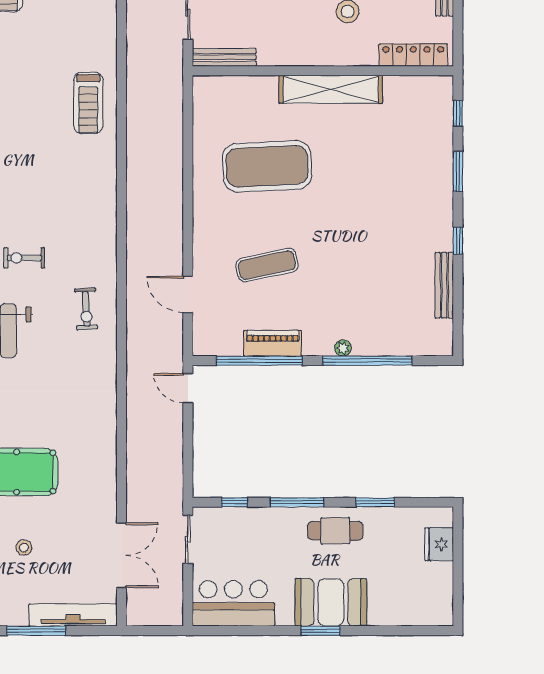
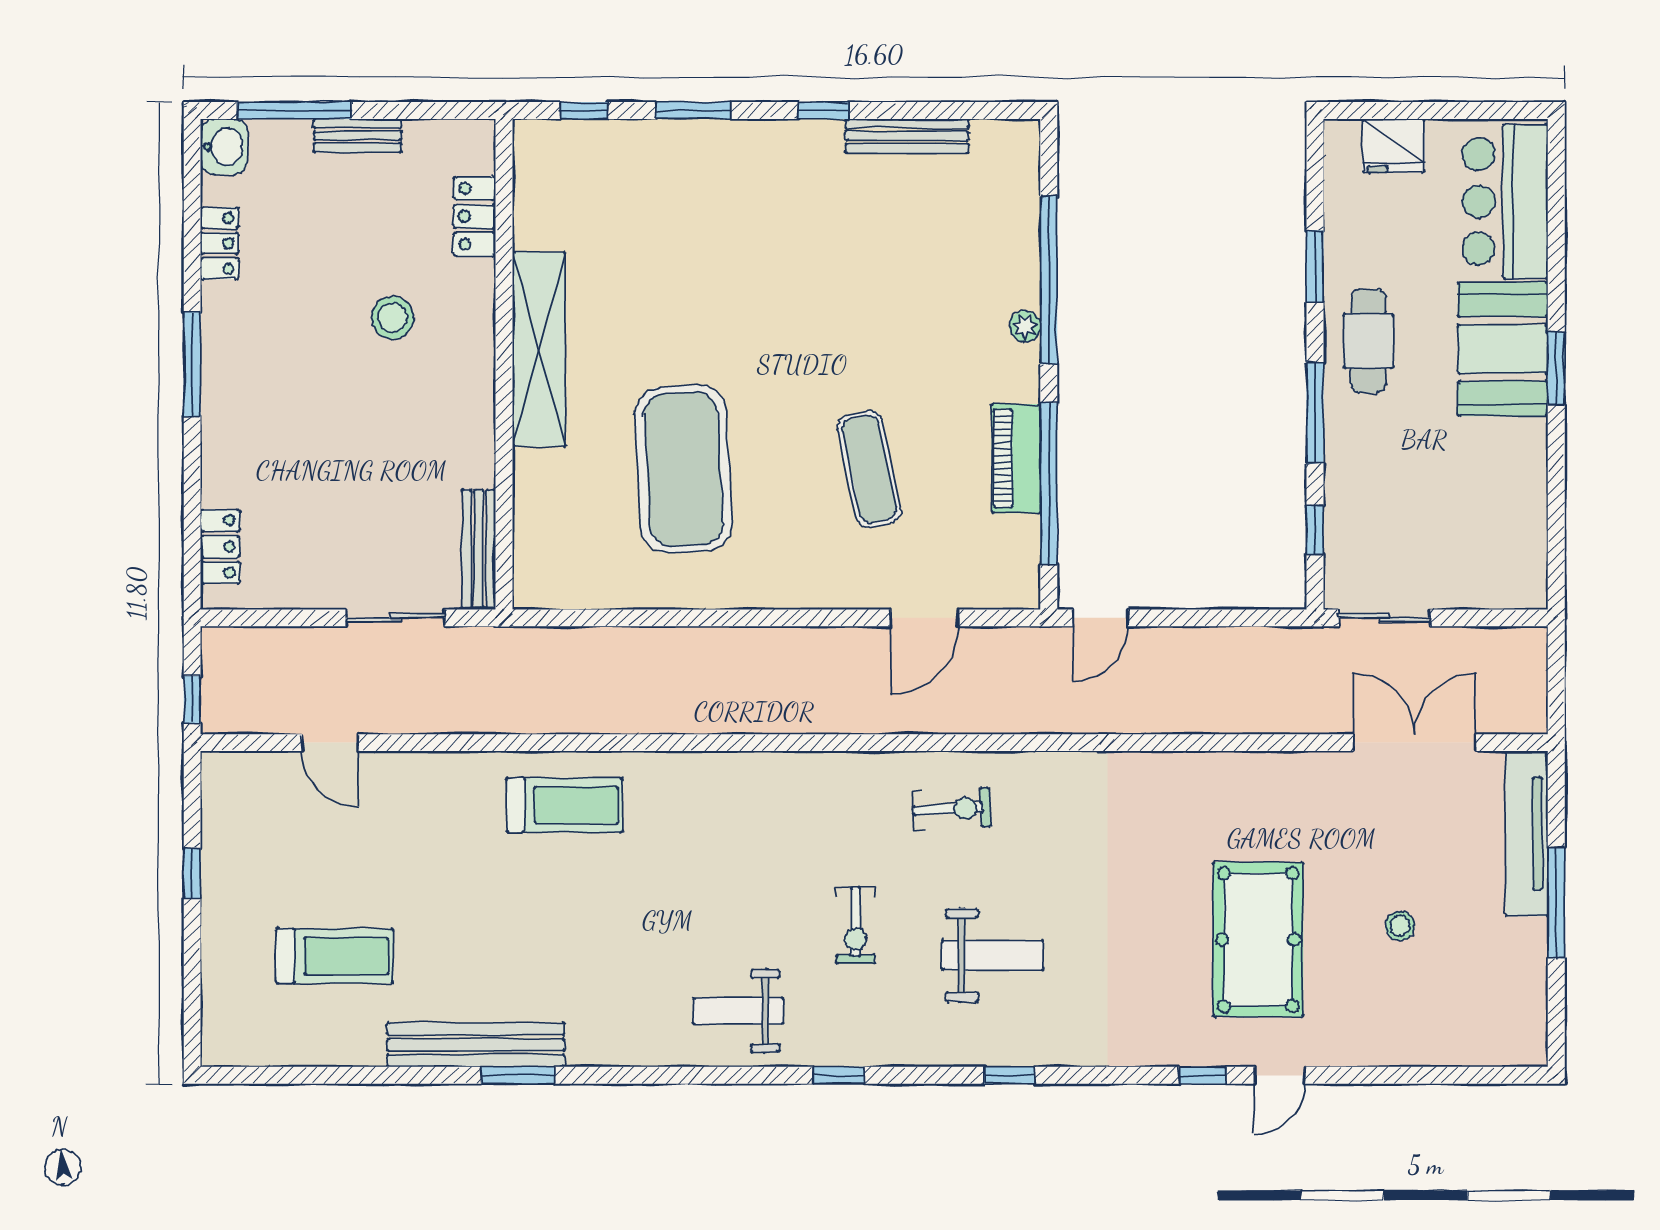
locker: (413, 55) -> (474, 216), width x0.66
bar counter: (233, 603) -> (1505, 202), moved

